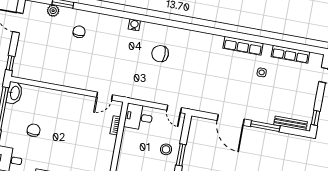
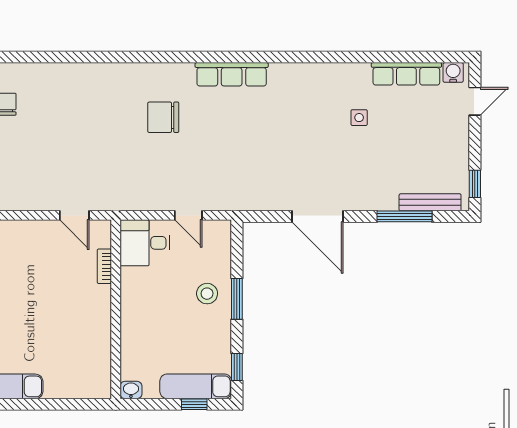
water cooler: (134, 25) -> (453, 72), moved
row of seats: (243, 46) -> (232, 74), moved
door: (105, 96) -> (74, 215), hinge flipped
door: (174, 109) -> (188, 215), moved
window: (265, 126) -> (405, 216), moved

